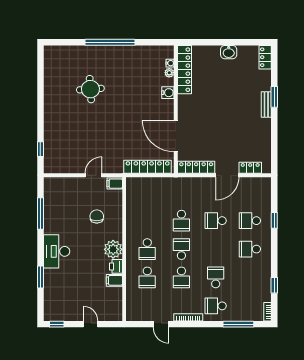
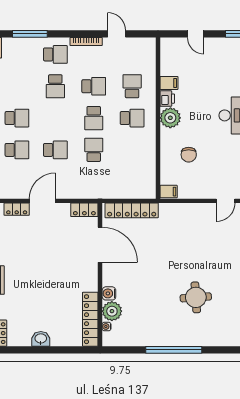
plant: (169, 73) -> (112, 311), width x1.87, depth x1.87
locker: (196, 167) -> (84, 210), width x0.66
door: (93, 175) -> (226, 201), moved
school desk: (147, 249) -> (132, 118), turned 90
school desk: (181, 277) -> (94, 86), turned 90

